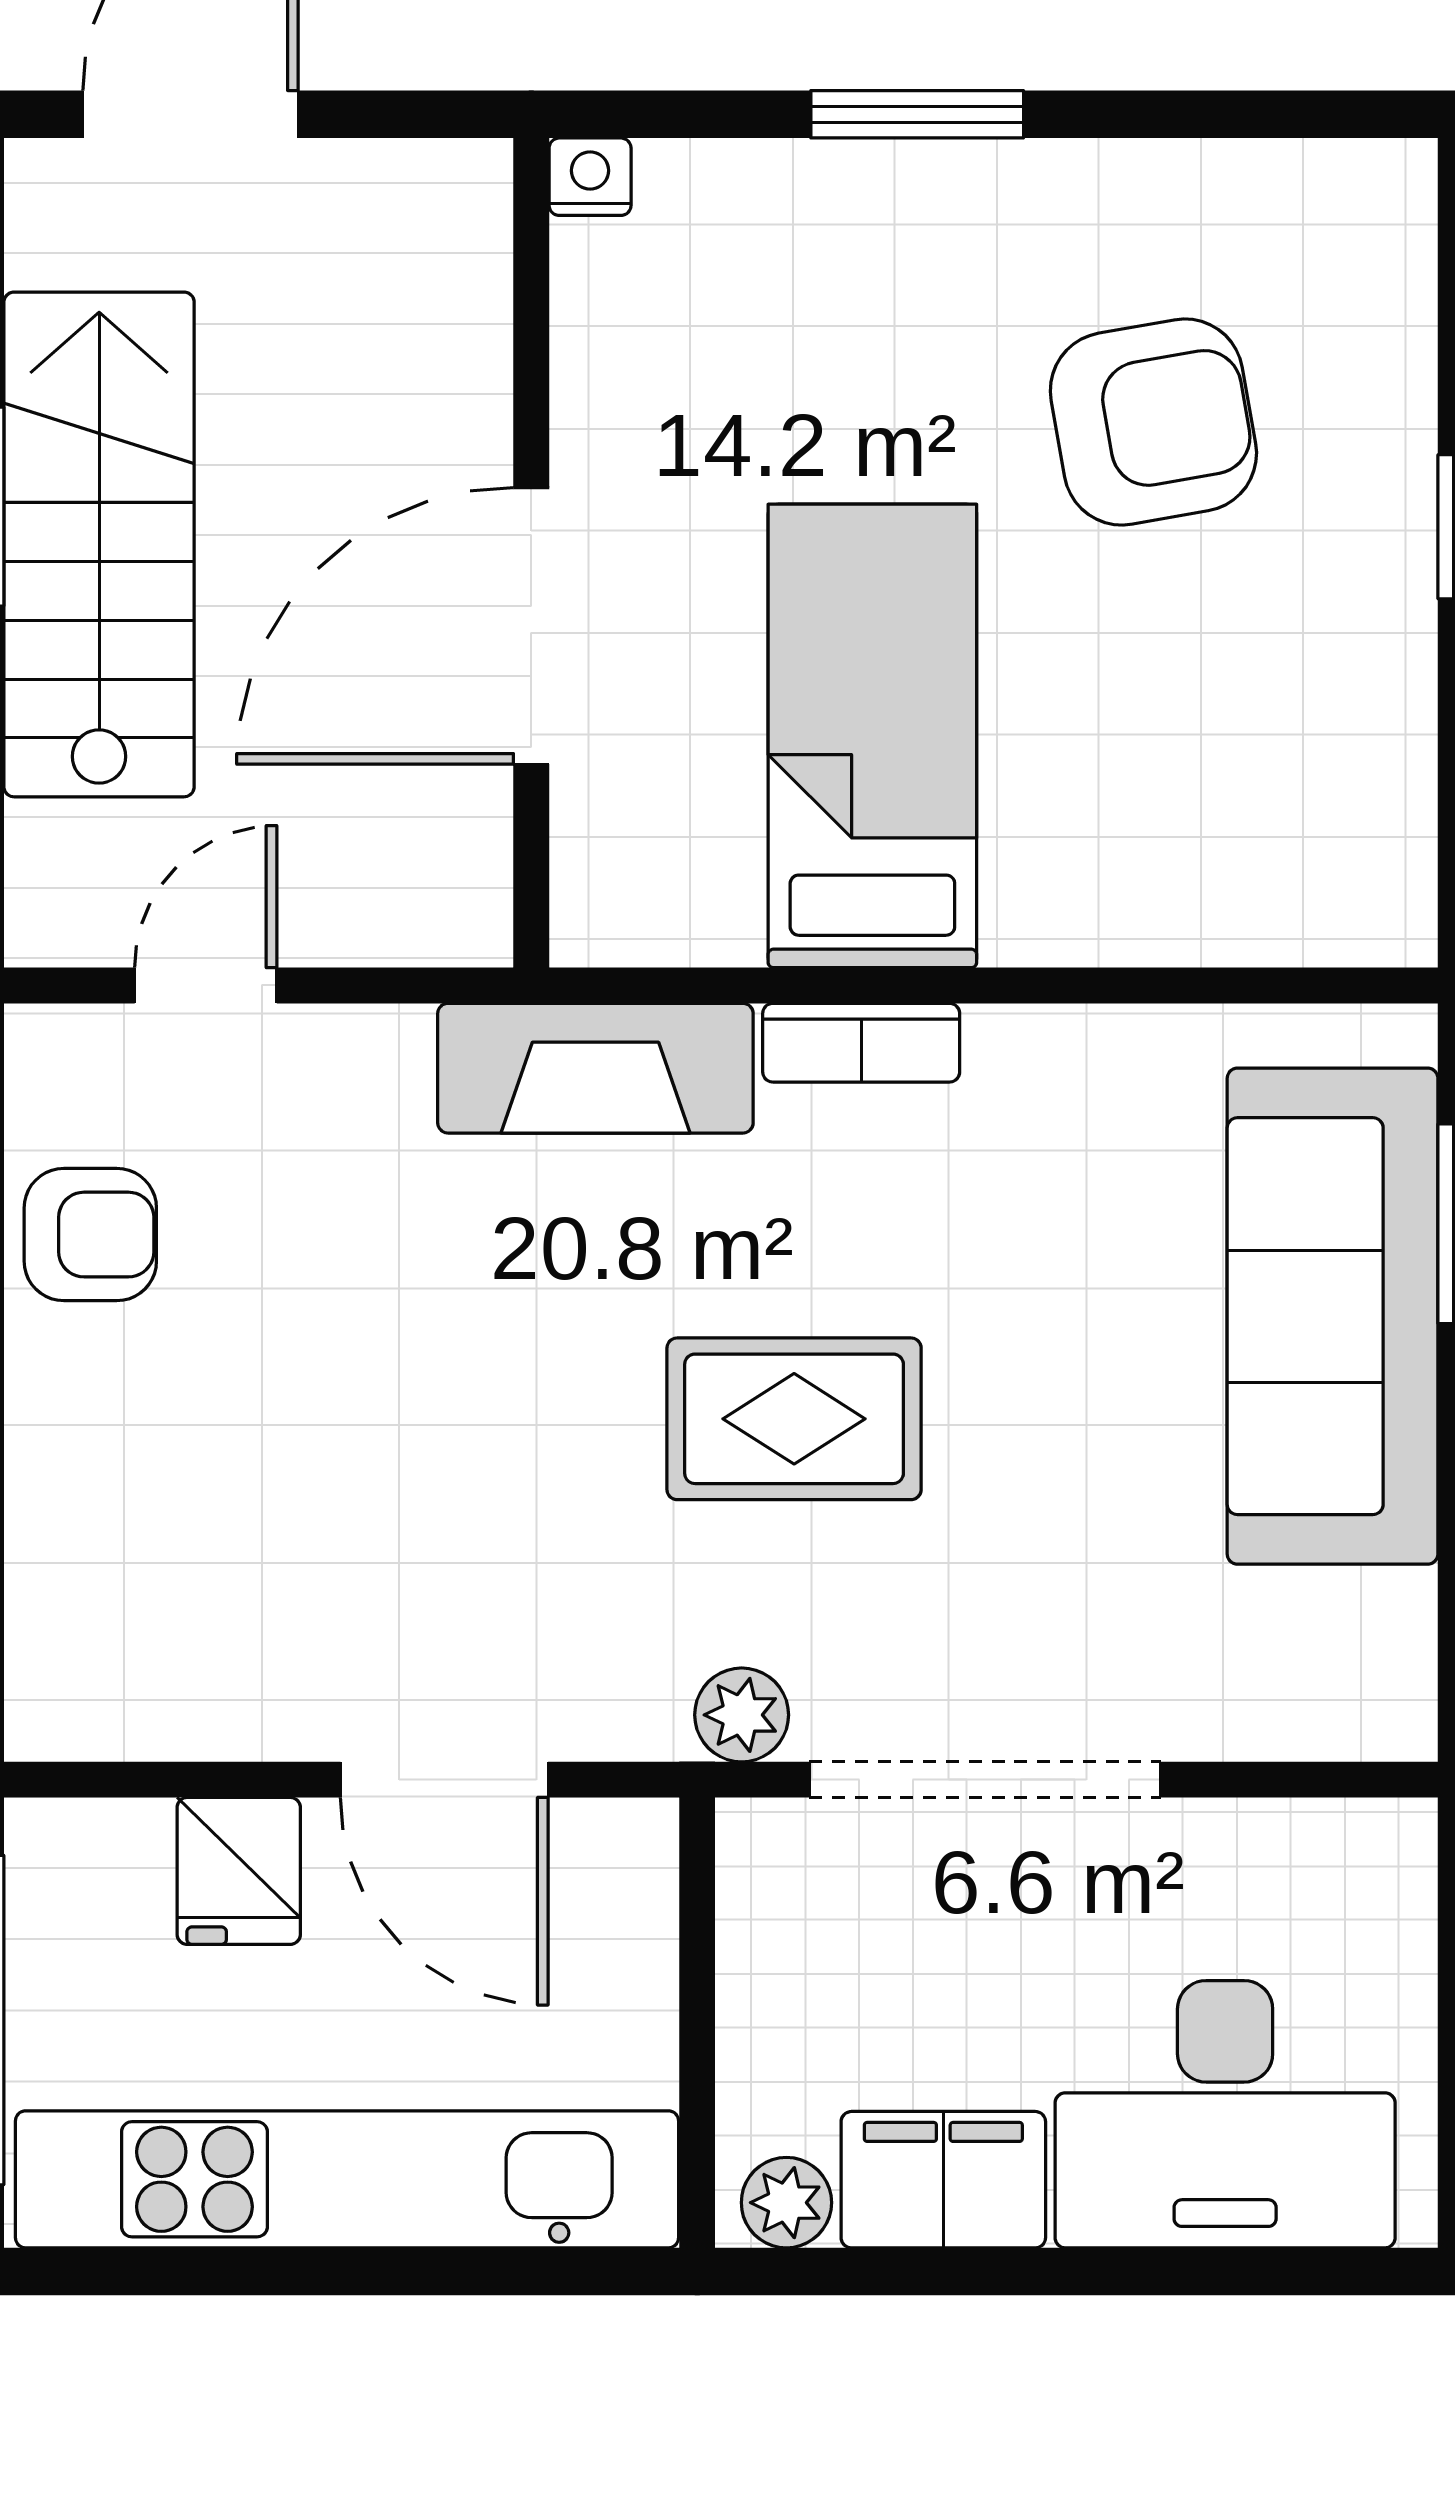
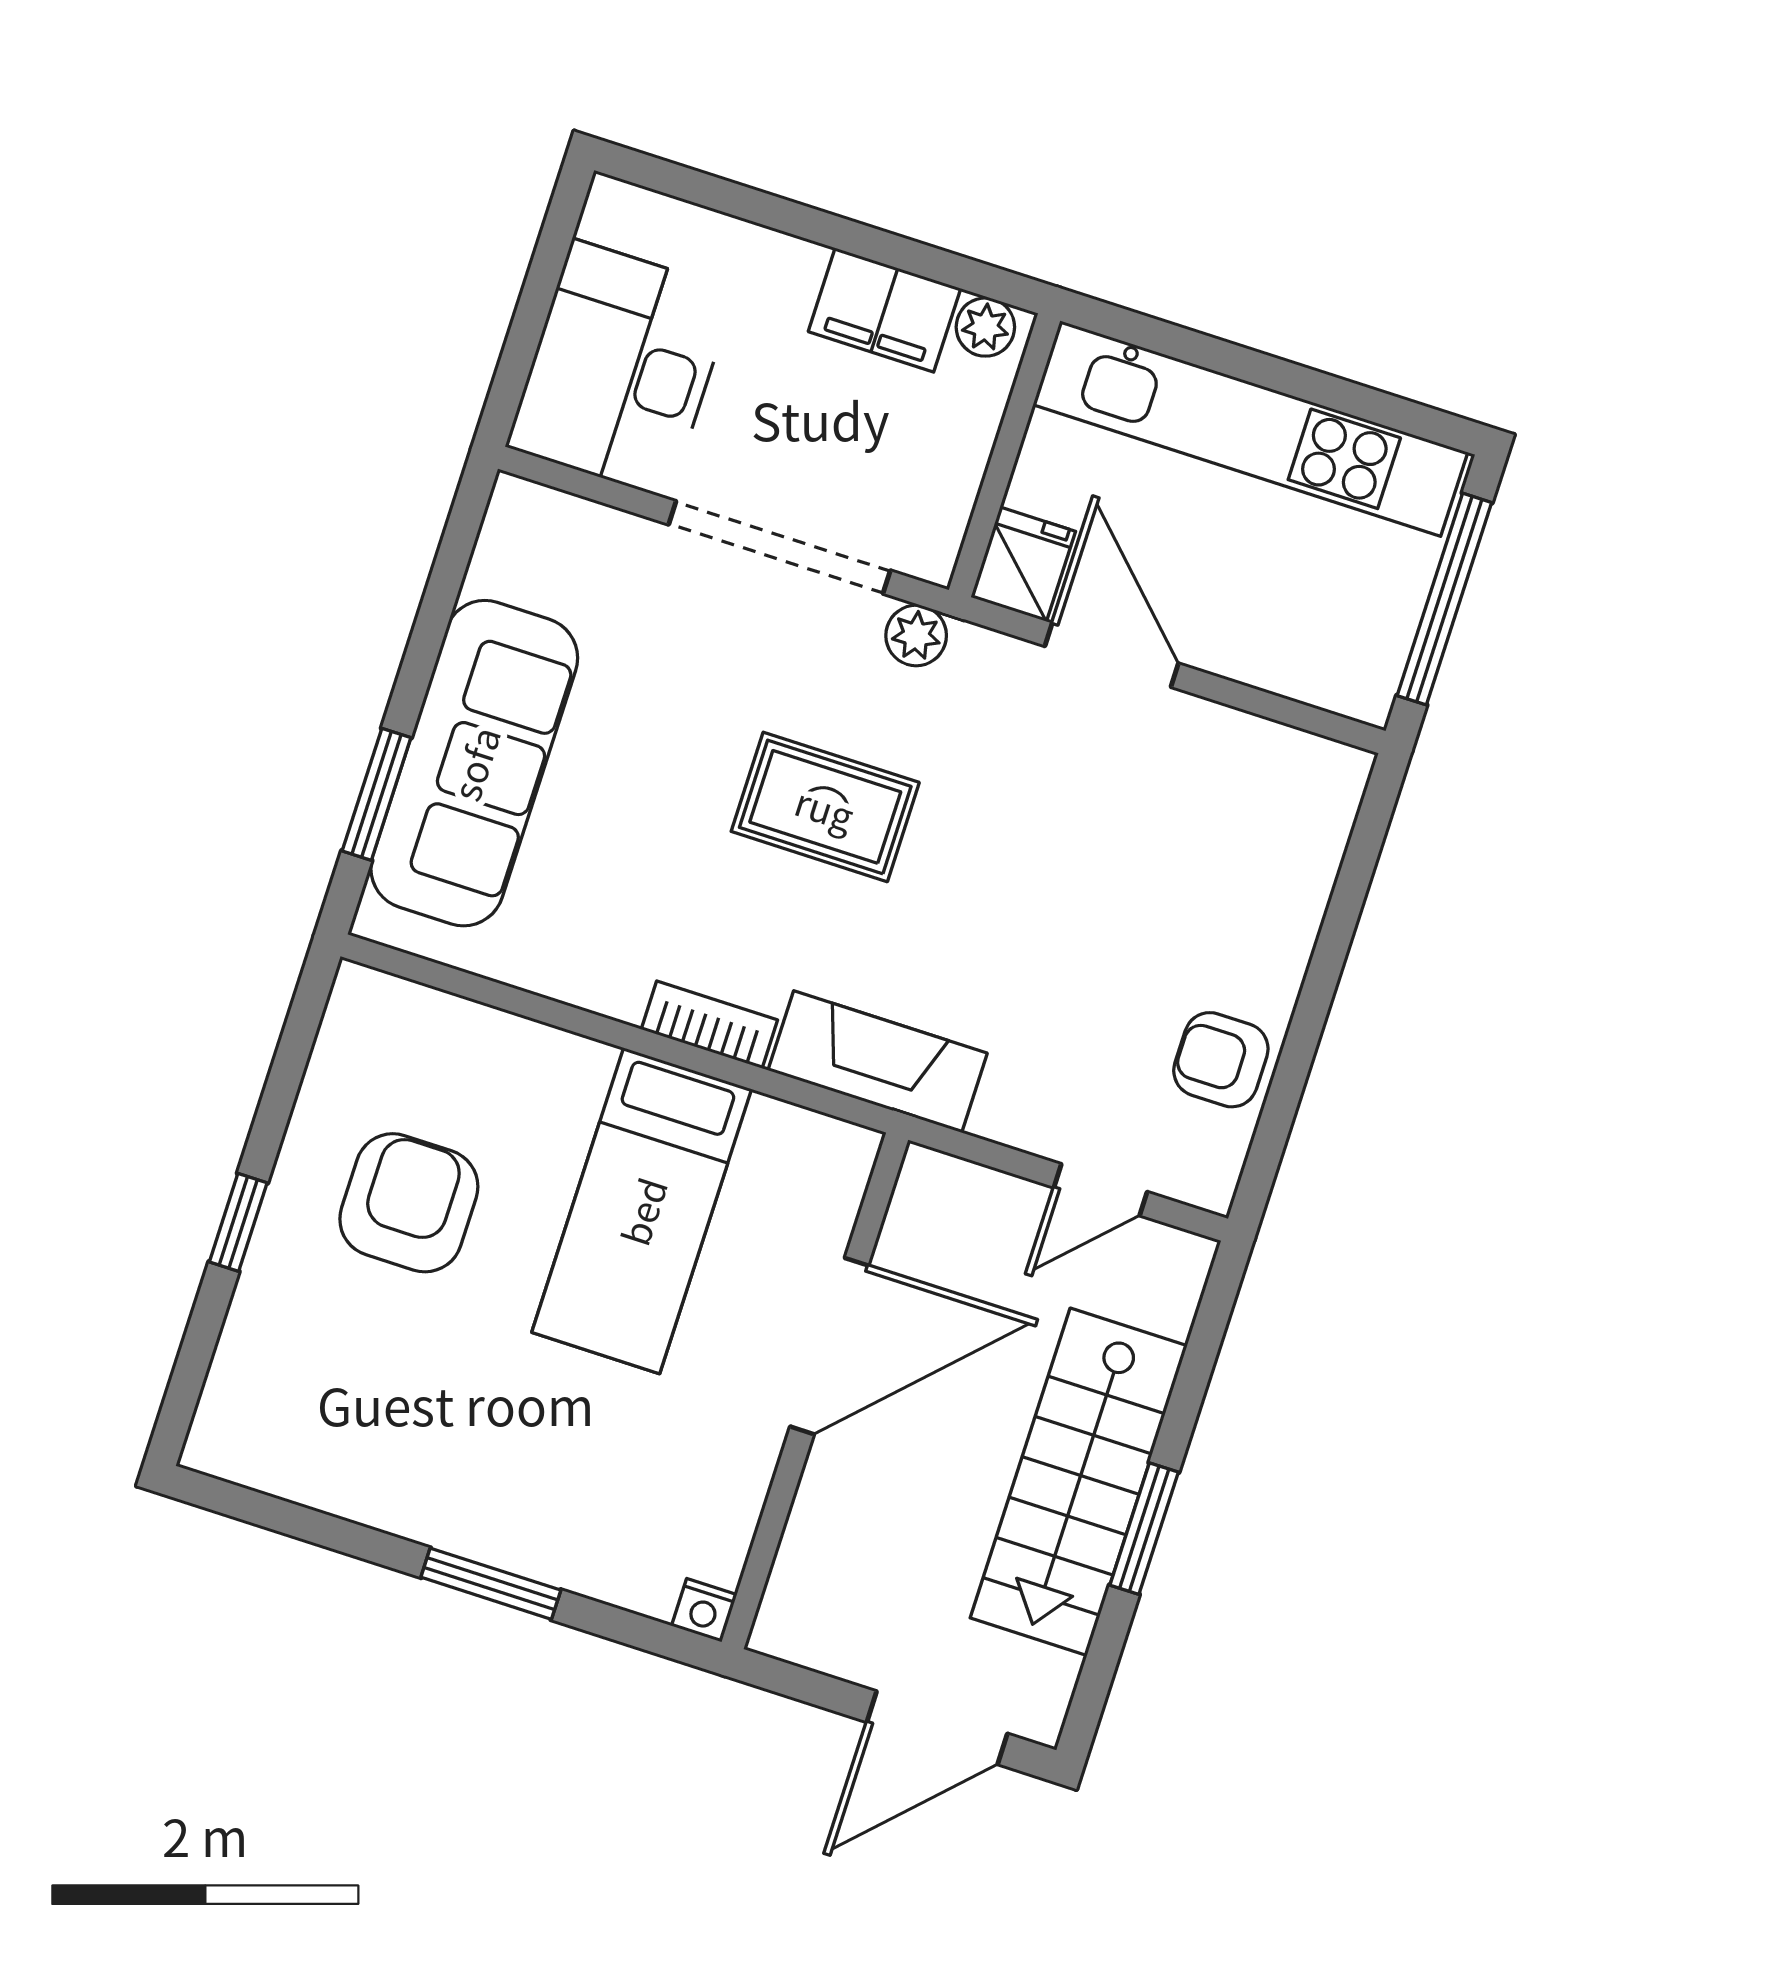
armchair: (1153, 422) -> (409, 1203), moved, turned 100
fridge: (239, 1871) -> (1023, 564), moved
desk: (1225, 2114) -> (621, 369), moved, turned -90

